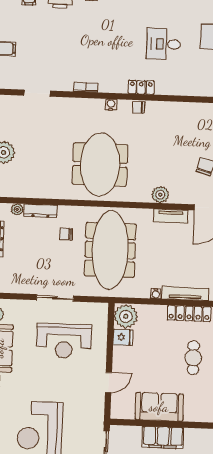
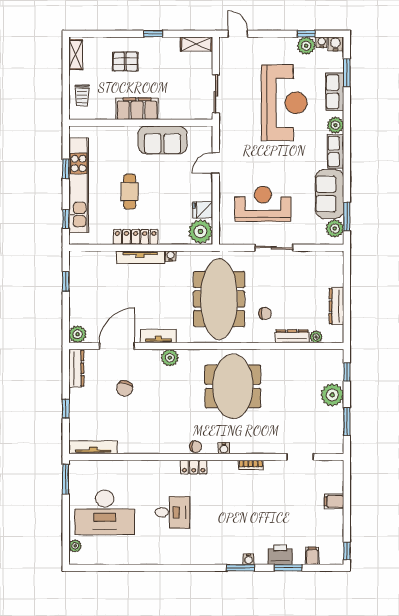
filing cabinet: (163, 437) -> (137, 109), moved

